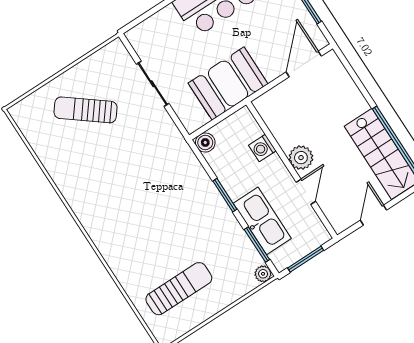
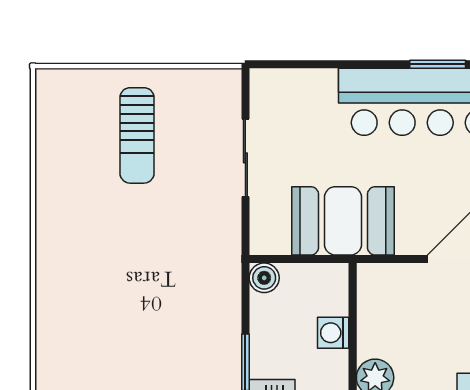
sun lounger: (86, 110) -> (137, 135), turned -128

